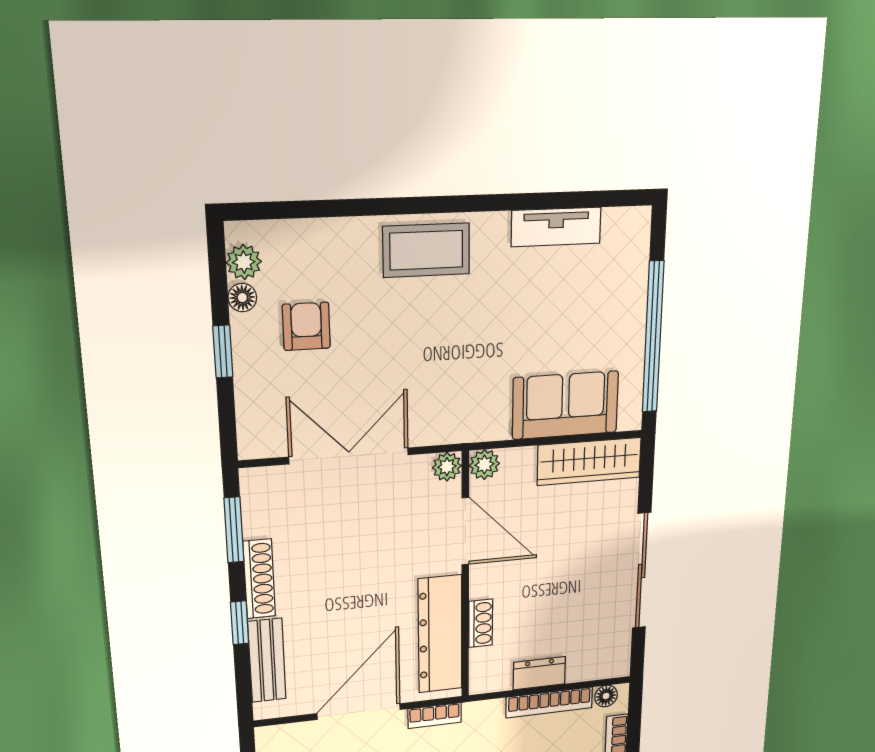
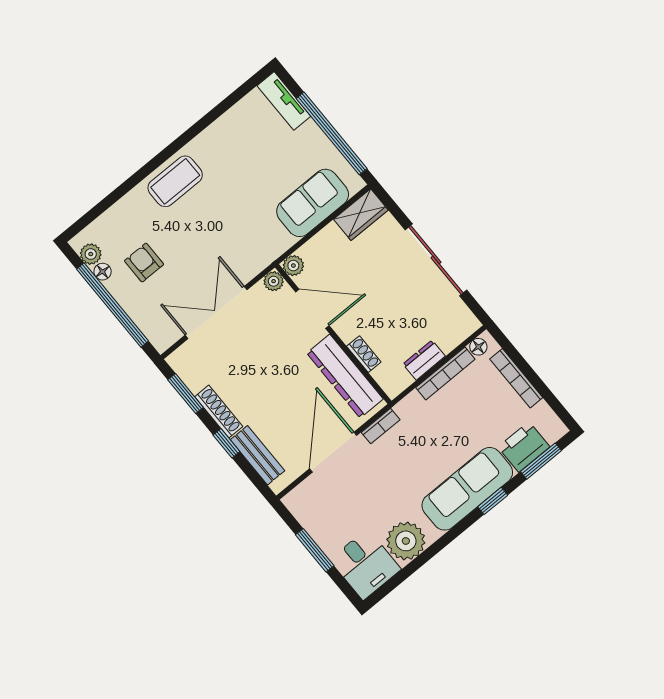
tv unit: (556, 227) -> (284, 101), moved, turned 90
window: (223, 352) -> (112, 305), width x3.17
wardrobe: (589, 461) -> (361, 215), width x0.67

